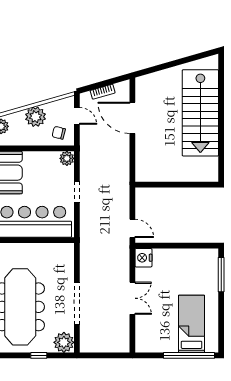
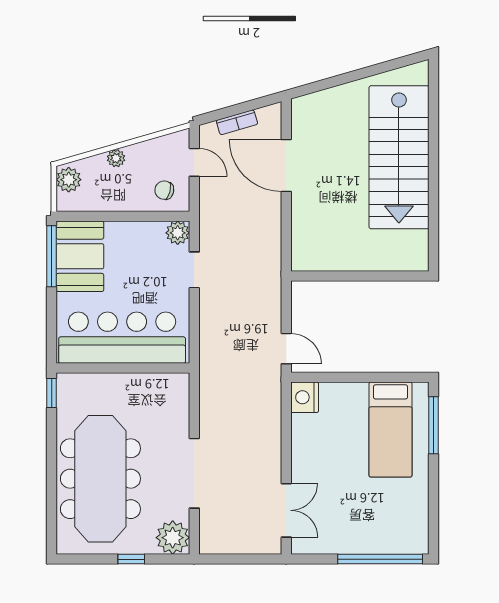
plant: (36, 117) -> (116, 158), width x0.53, depth x0.53
doorway: (77, 192) -> (194, 270), moved
double door: (132, 298) -> (286, 510), moved
bed: (192, 324) -> (391, 430), moved, turned 180

